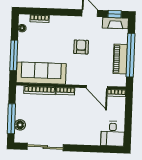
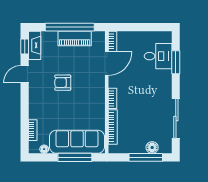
sofa: (41, 73) -> (77, 142), moved, turned 90
desk: (113, 134) -> (158, 56), moved
window: (96, 149) -> (176, 62), added

